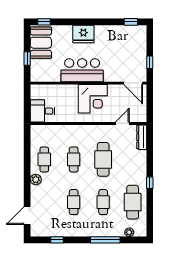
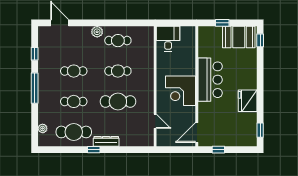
fridge: (83, 34) -> (248, 101), moved
dresser: (142, 137) -> (106, 141), moved
window: (105, 240) -> (35, 88), moved

